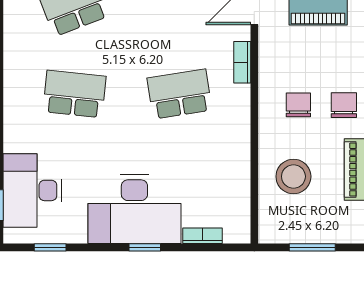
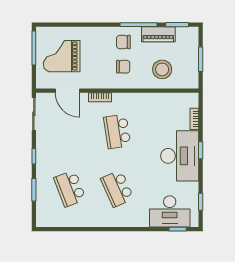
school desk: (74, 94) -> (117, 189), turned -30
chair: (298, 105) -> (123, 67), turned 180

